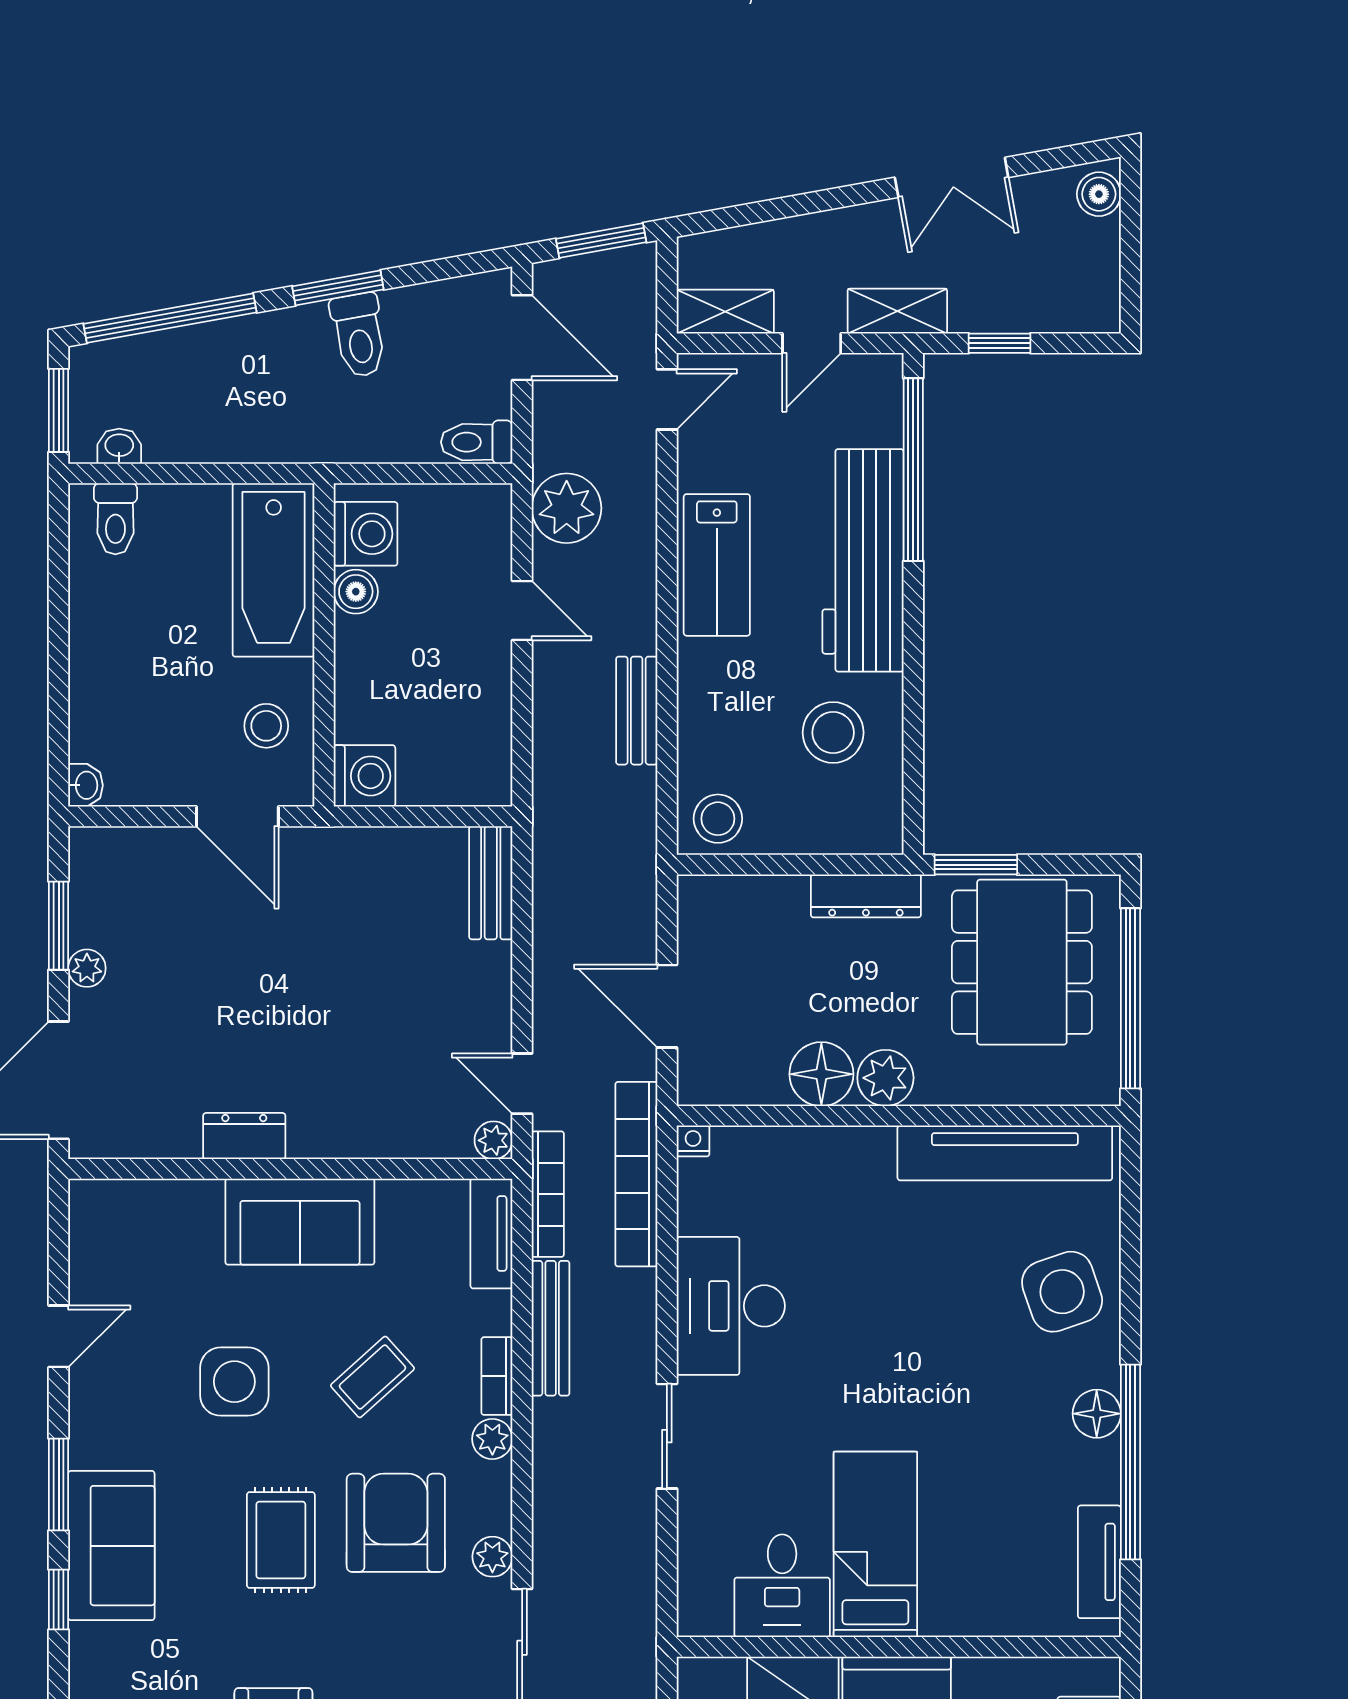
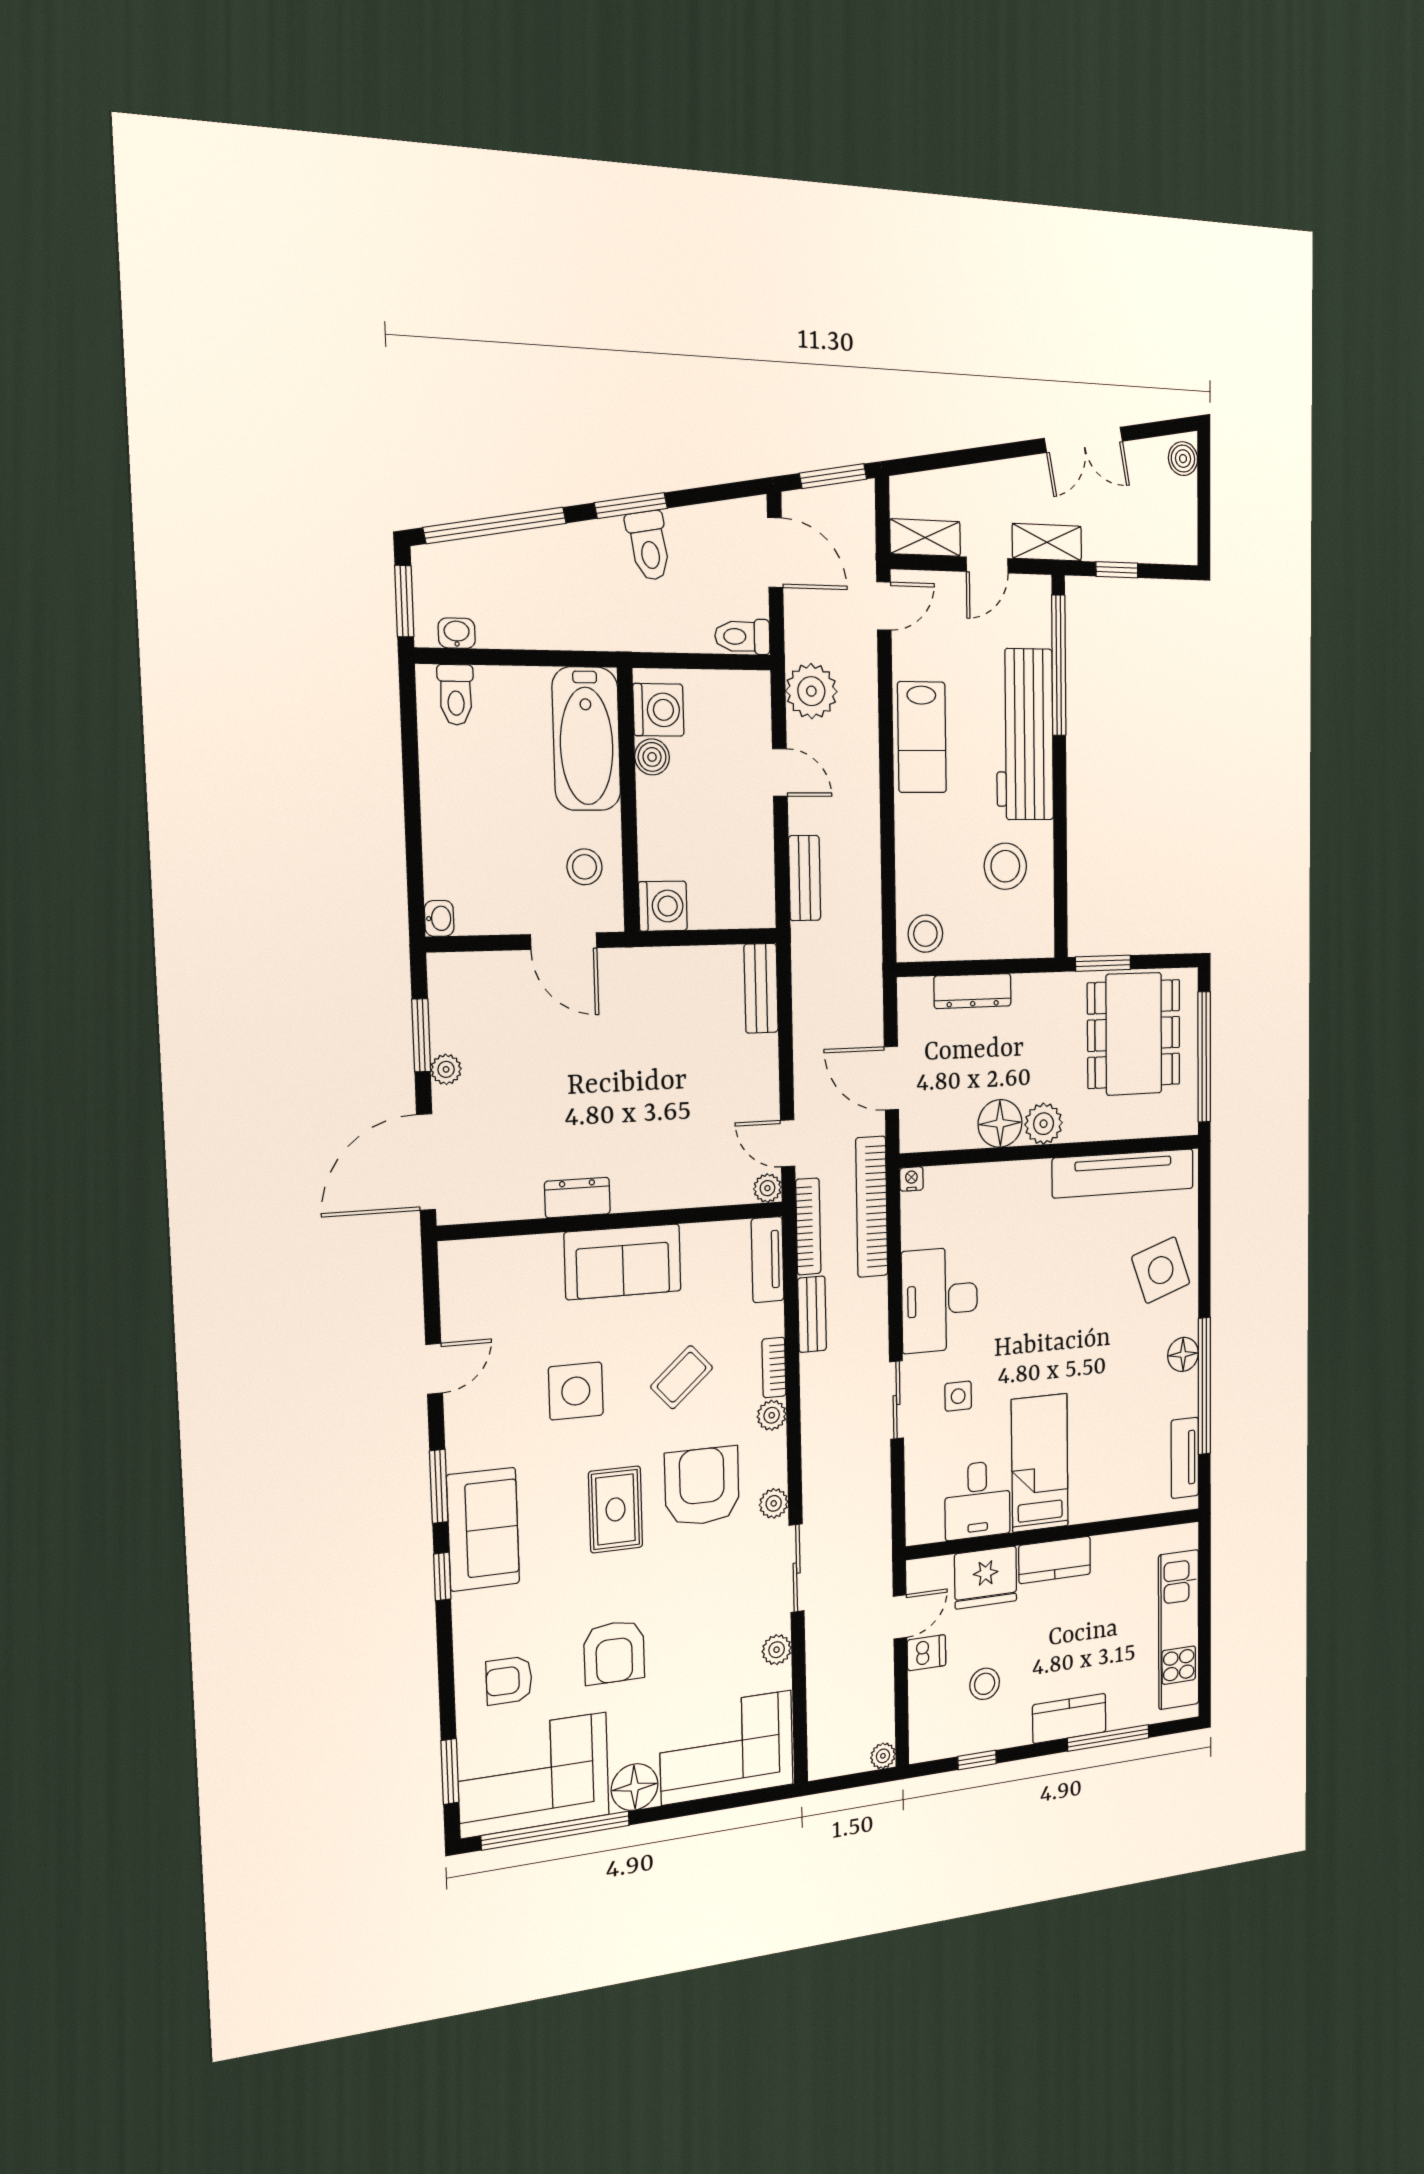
bench: (637, 711) -> (805, 878), moved
dresser: (866, 896) -> (973, 991), moved
bench: (551, 1328) -> (812, 1314), width x0.73
side table: (756, 1440) -> (958, 1396), added

